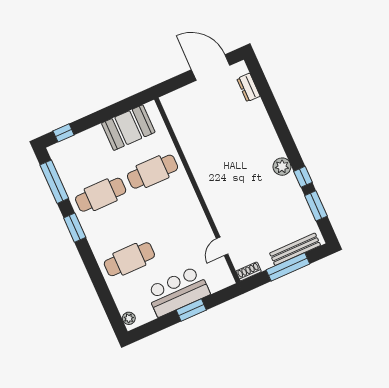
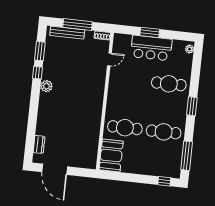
booth: (128, 128) -> (111, 156), moved, turned 90
window: (75, 228) -> (192, 106), moved

